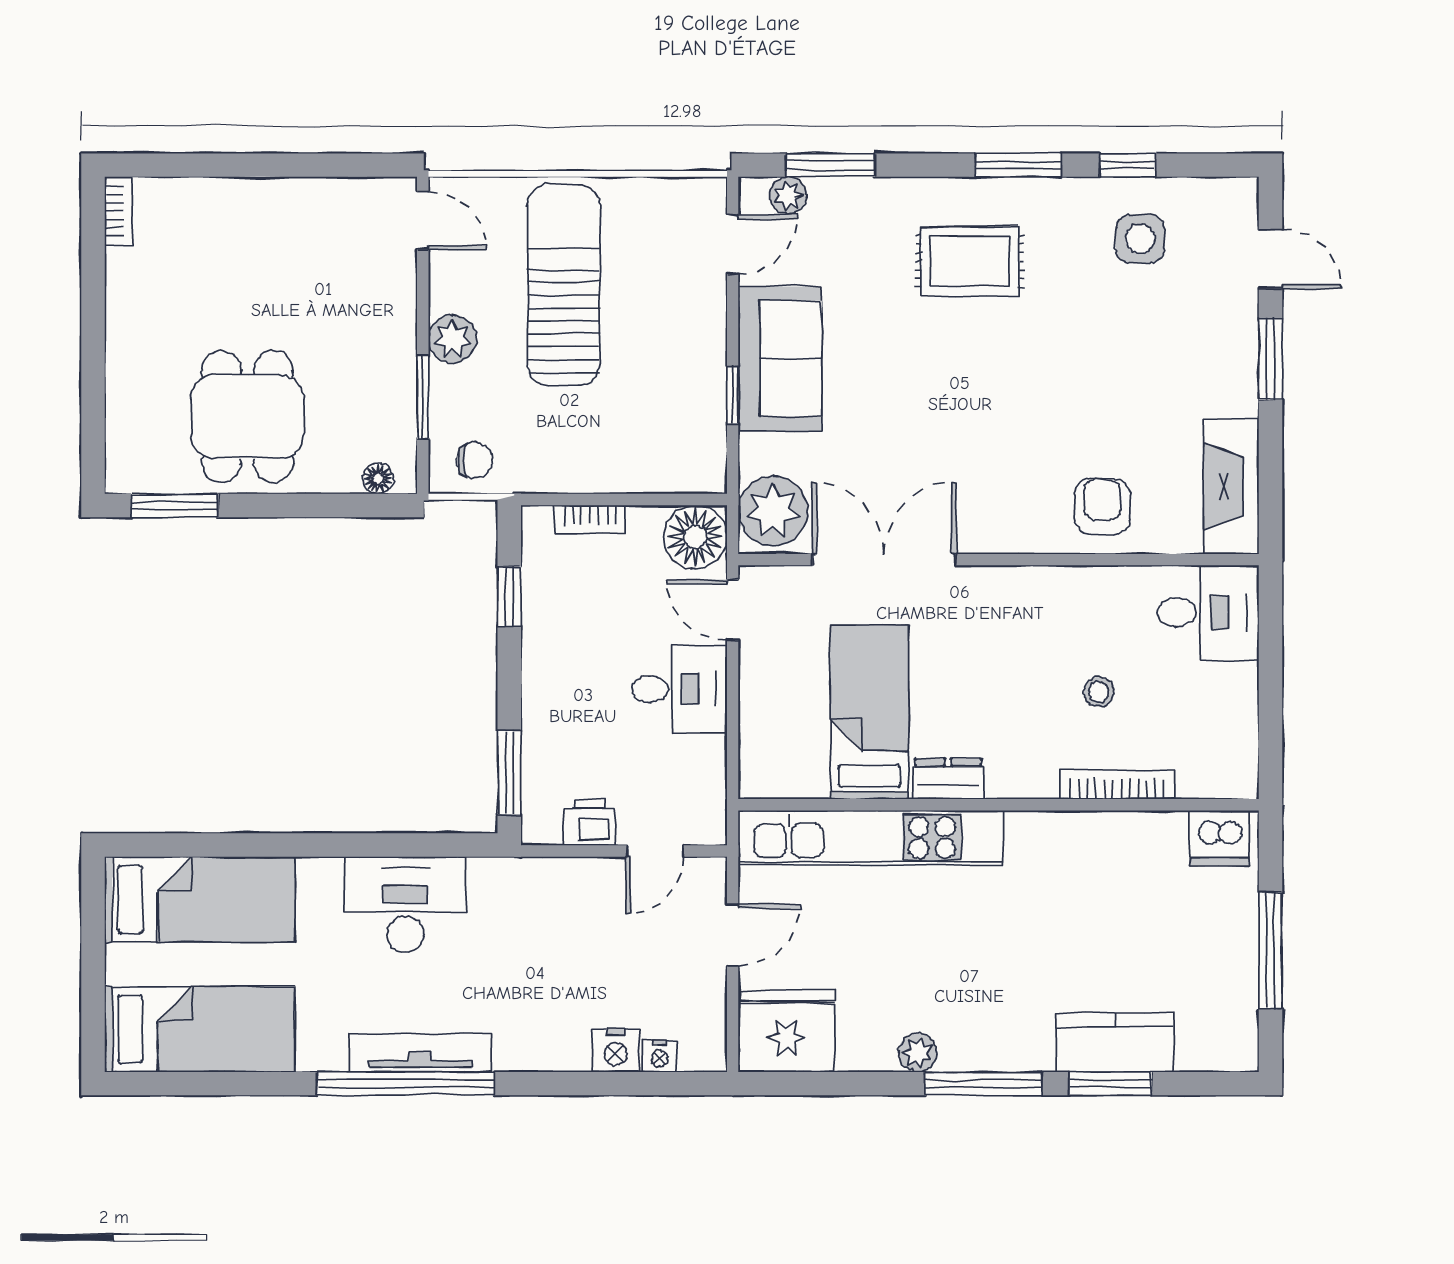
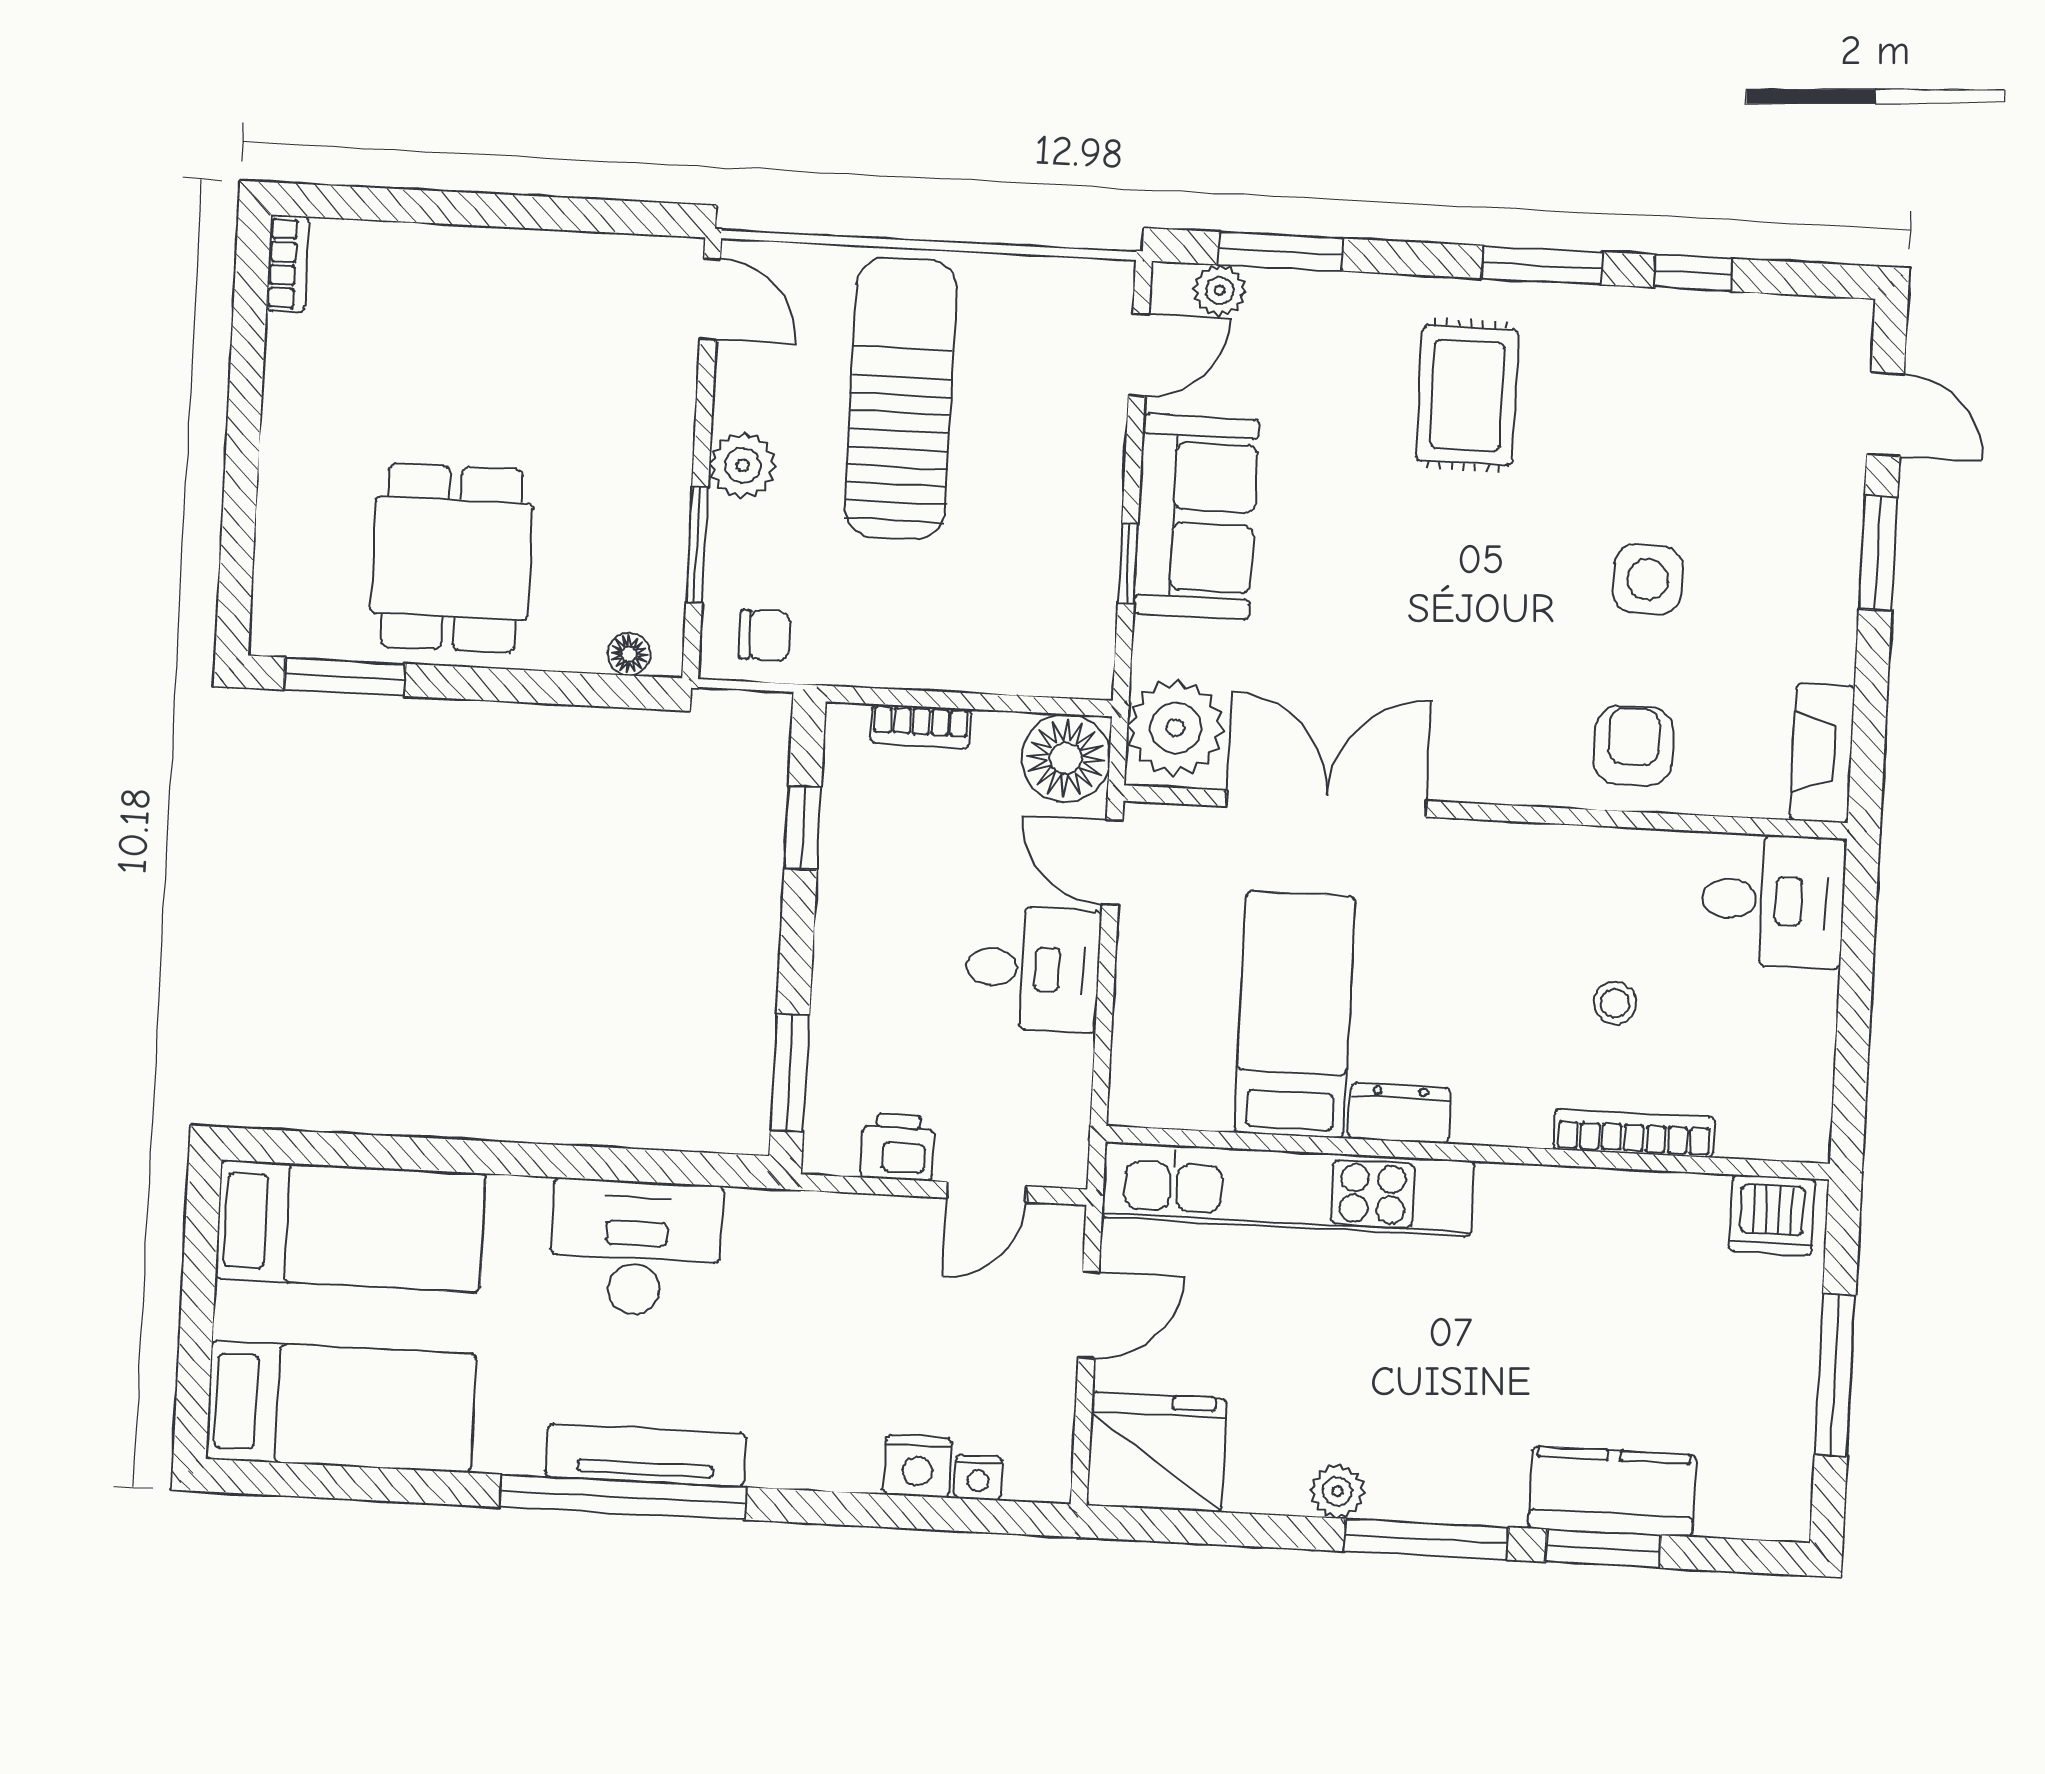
side table: (1140, 239) -> (1648, 579), moved
rug: (970, 261) -> (1467, 395), turned 90
fireplace: (1231, 487) -> (1822, 753), width x0.73, depth x0.76

